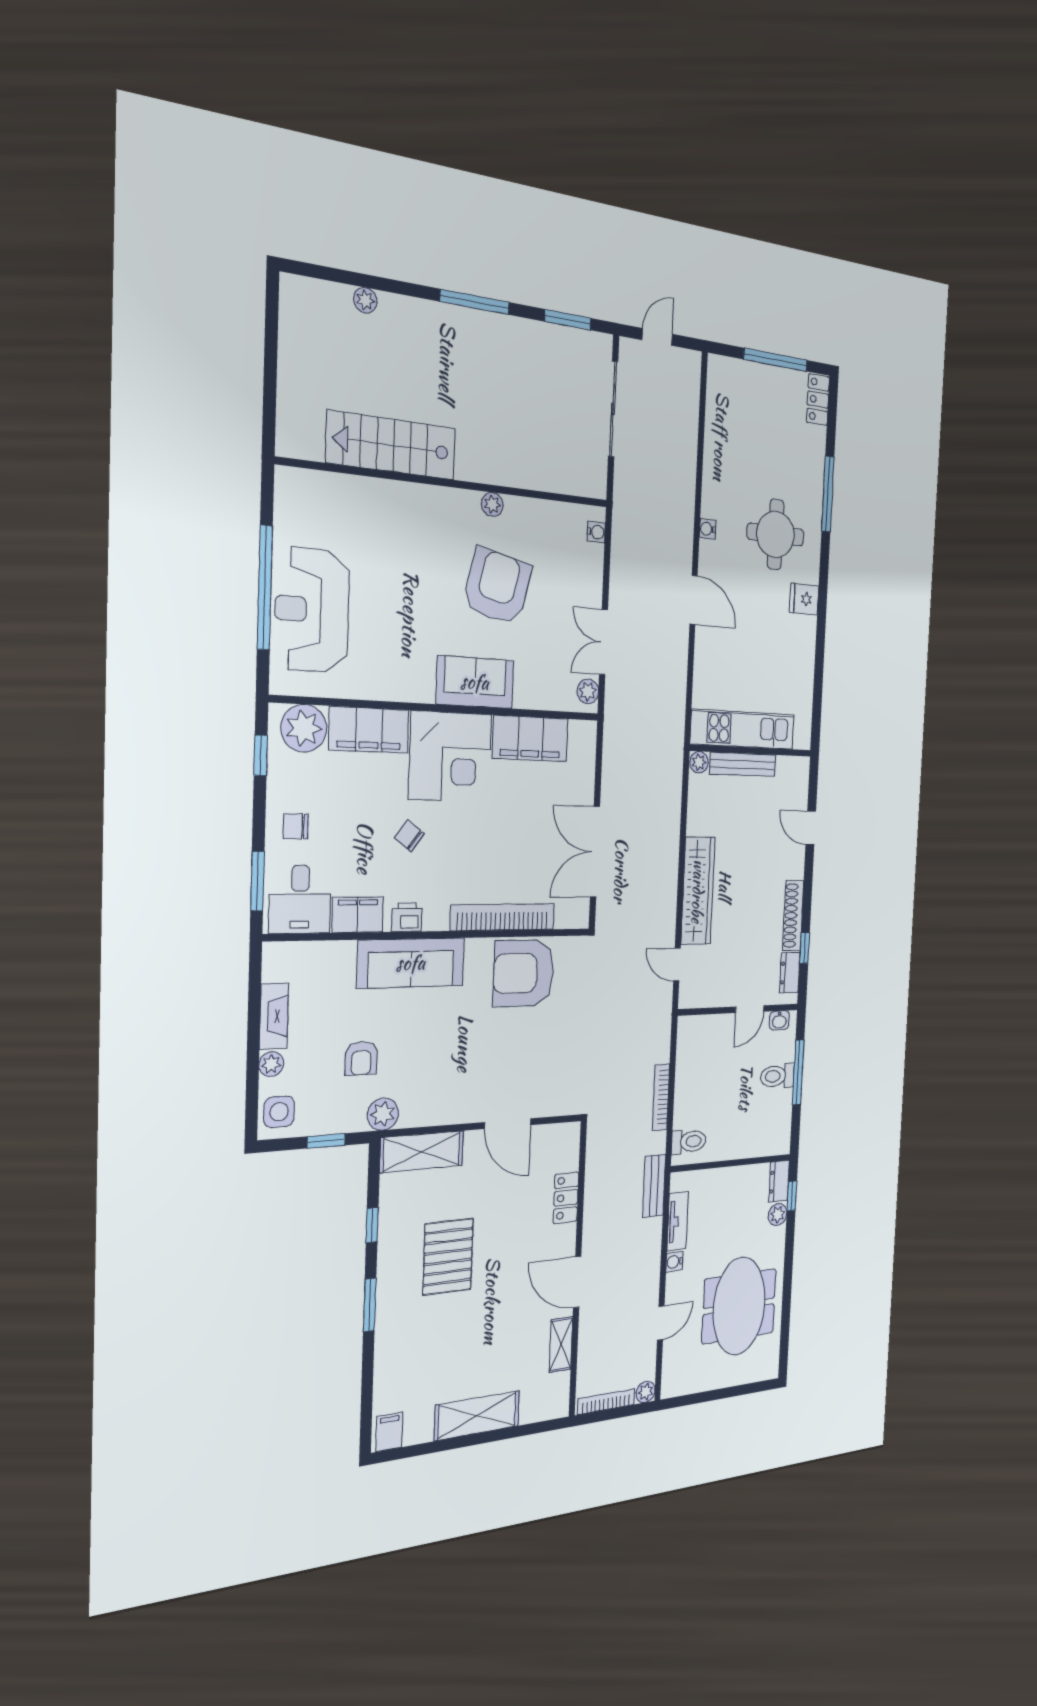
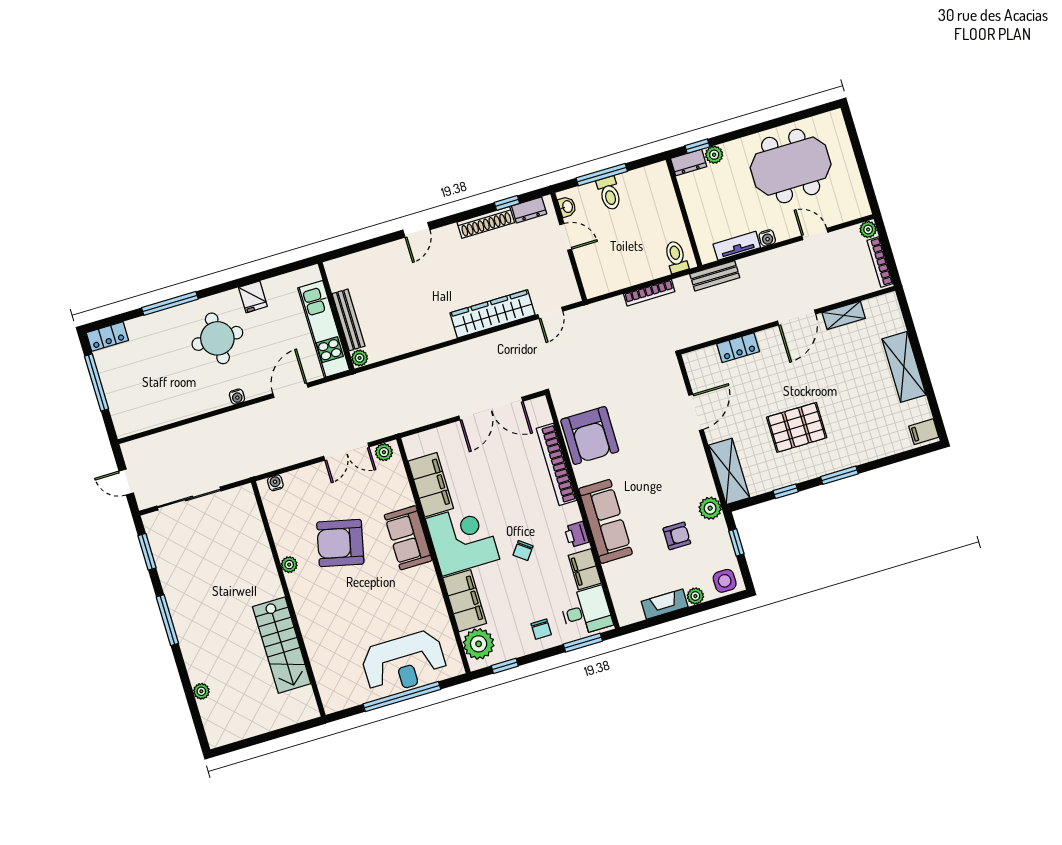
kitchen unit: (743, 729) -> (324, 329), moved
wall: (751, 751) -> (336, 316), moved
plant: (699, 762) -> (360, 358), moved
bench: (743, 764) -> (349, 320), moved

